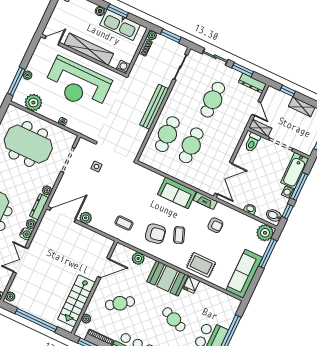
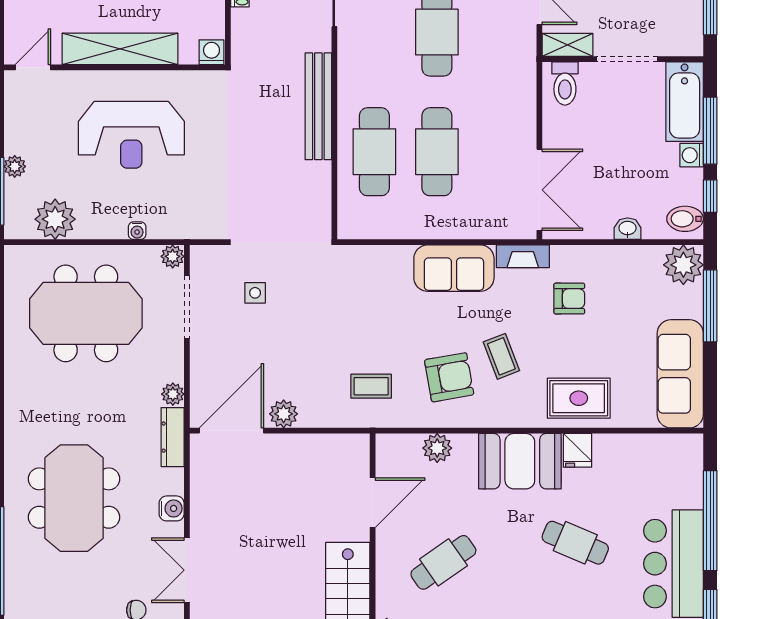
reception desk: (78, 84) -> (131, 135), width x0.74, depth x0.77
plant: (31, 224) -> (173, 256), moved

